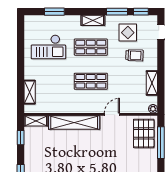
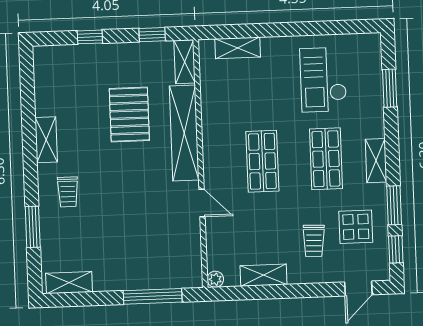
pallet: (144, 133) -> (129, 114), moved, turned 90

